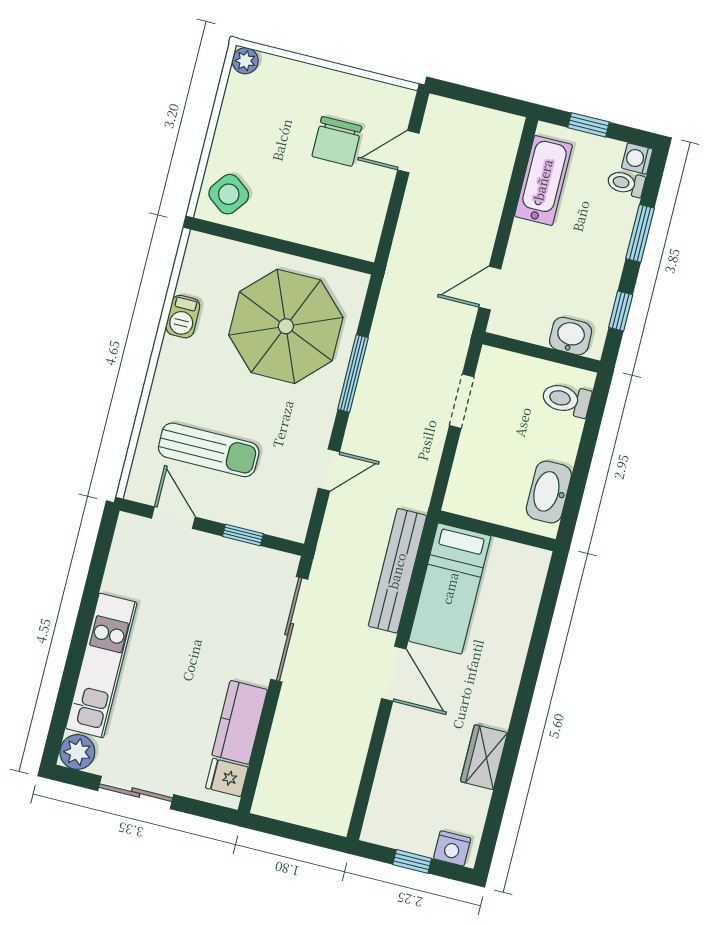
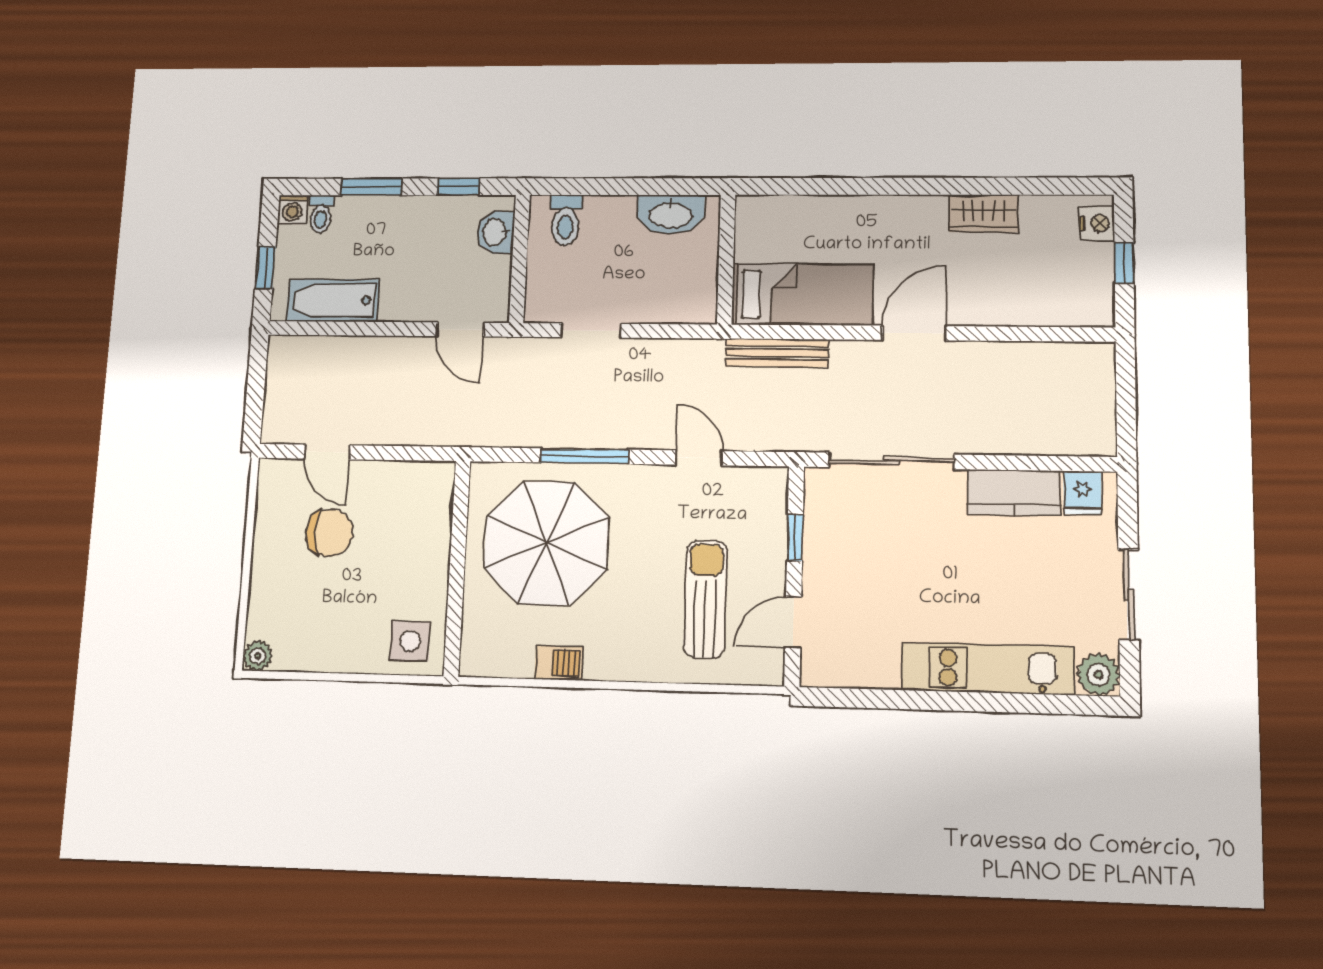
side table: (229, 194) -> (410, 641), turned -37
bench: (397, 571) -> (777, 353), width x0.73, depth x0.82

